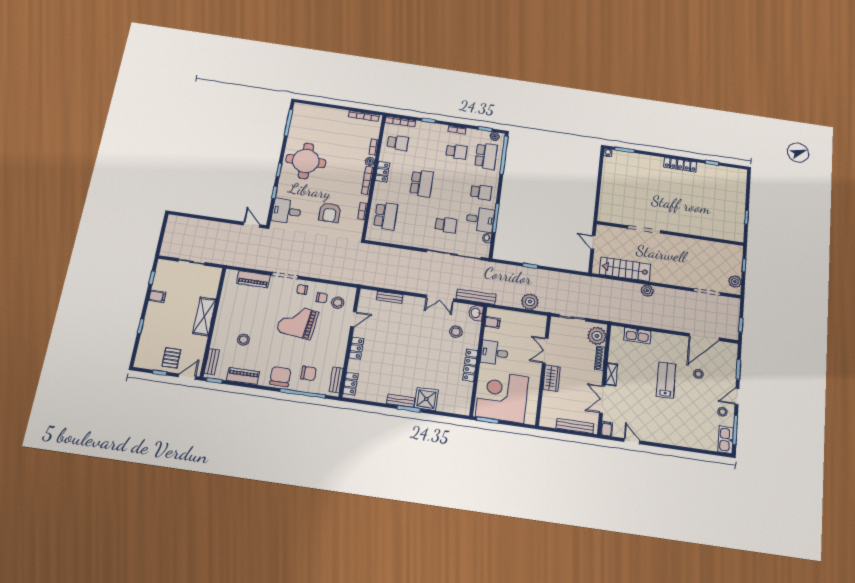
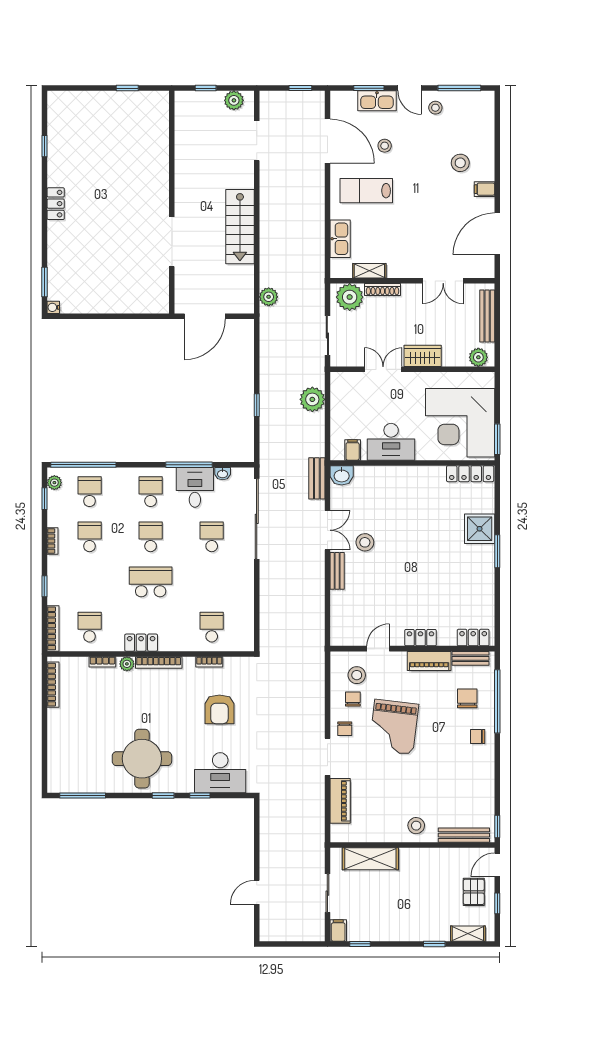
school desk: (486, 156) -> (90, 492), width x0.54
locker: (680, 165) -> (56, 204), width x0.66
school desk: (451, 188) -> (151, 537), added
desk: (286, 211) -> (220, 773), width x1.37
armchair: (330, 213) -> (219, 709), turned 90
school desk: (386, 216) -> (212, 627), width x0.54
door: (252, 225) -> (257, 892), moved
door: (593, 242) -> (205, 316), width x1.87
stairs: (625, 269) -> (240, 227), moved
plant: (647, 291) -> (269, 297), moved
filing cabinet: (157, 296) -> (338, 930), moved
bench: (390, 297) -> (337, 571), moved
bench: (476, 297) -> (317, 478), width x0.73
shelving: (204, 316) -> (370, 859), moved
door: (353, 319) -> (378, 649), hinge flipped
stool: (456, 332) -> (365, 542), moved
stool: (243, 340) -> (416, 826), moved
shelving: (143, 350) -> (468, 934), added
double door: (545, 351) -> (383, 369), swing flipped
desk: (494, 353) -> (391, 442), width x1.37
pallet: (171, 358) -> (474, 892), turned 90
bench: (212, 362) -> (464, 835), width x1.36
locker: (470, 365) -> (470, 474), moved
shelving: (612, 374) -> (369, 271), moved
piano: (243, 376) -> (429, 661), moved, turned -90
chair: (280, 376) -> (478, 737), width x0.54, depth x0.54
door: (187, 377) -> (497, 865), hinge flipped
lab bench: (666, 380) -> (366, 191), moved
bench: (401, 401) -> (487, 564), removed
plant: (547, 416) -> (478, 357), added
stool: (683, 423) -> (460, 163), added
filing cabinet: (607, 429) -> (485, 189), moved
kitchen sink: (726, 440) -> (377, 101), moved
door: (632, 441) -> (497, 234), width x1.87

